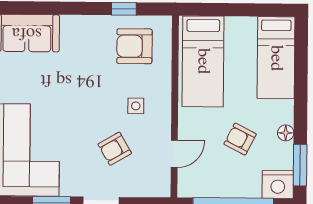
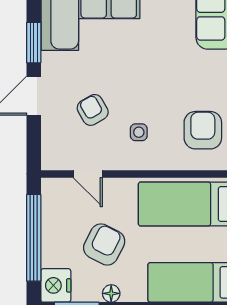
armchair: (240, 139) -> (104, 244), width x1.38, depth x1.38

